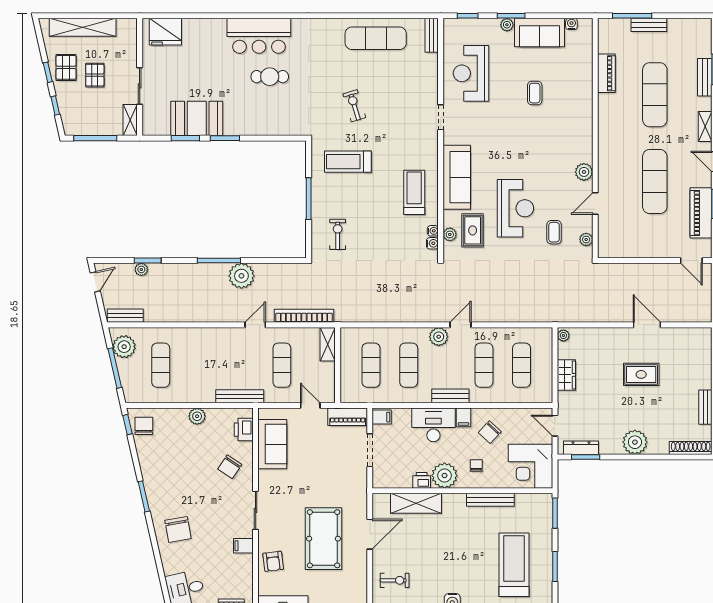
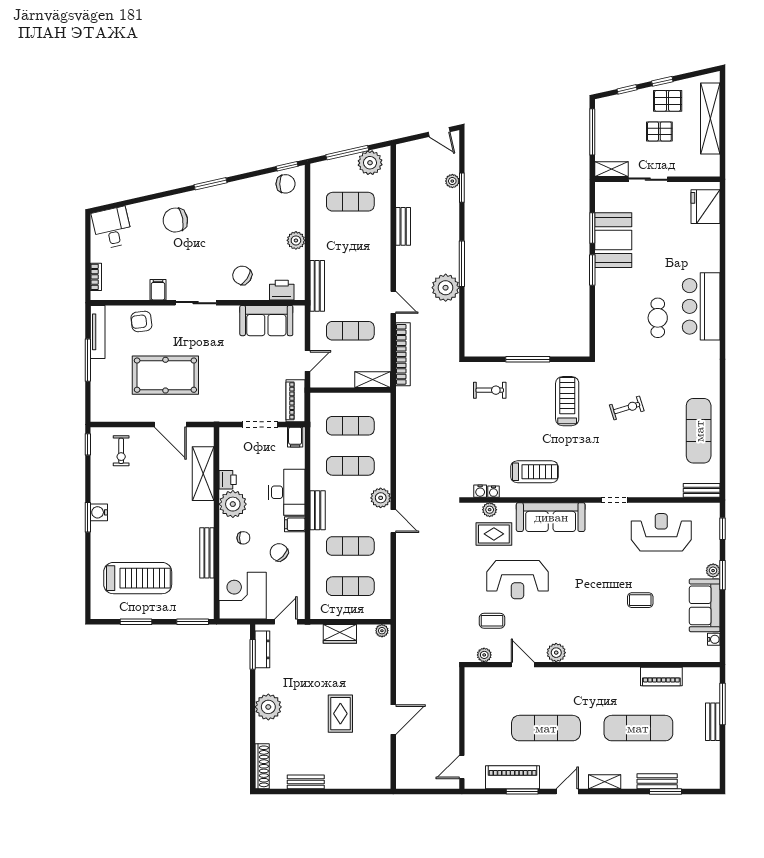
bench: (125, 316) -> (403, 226), moved

